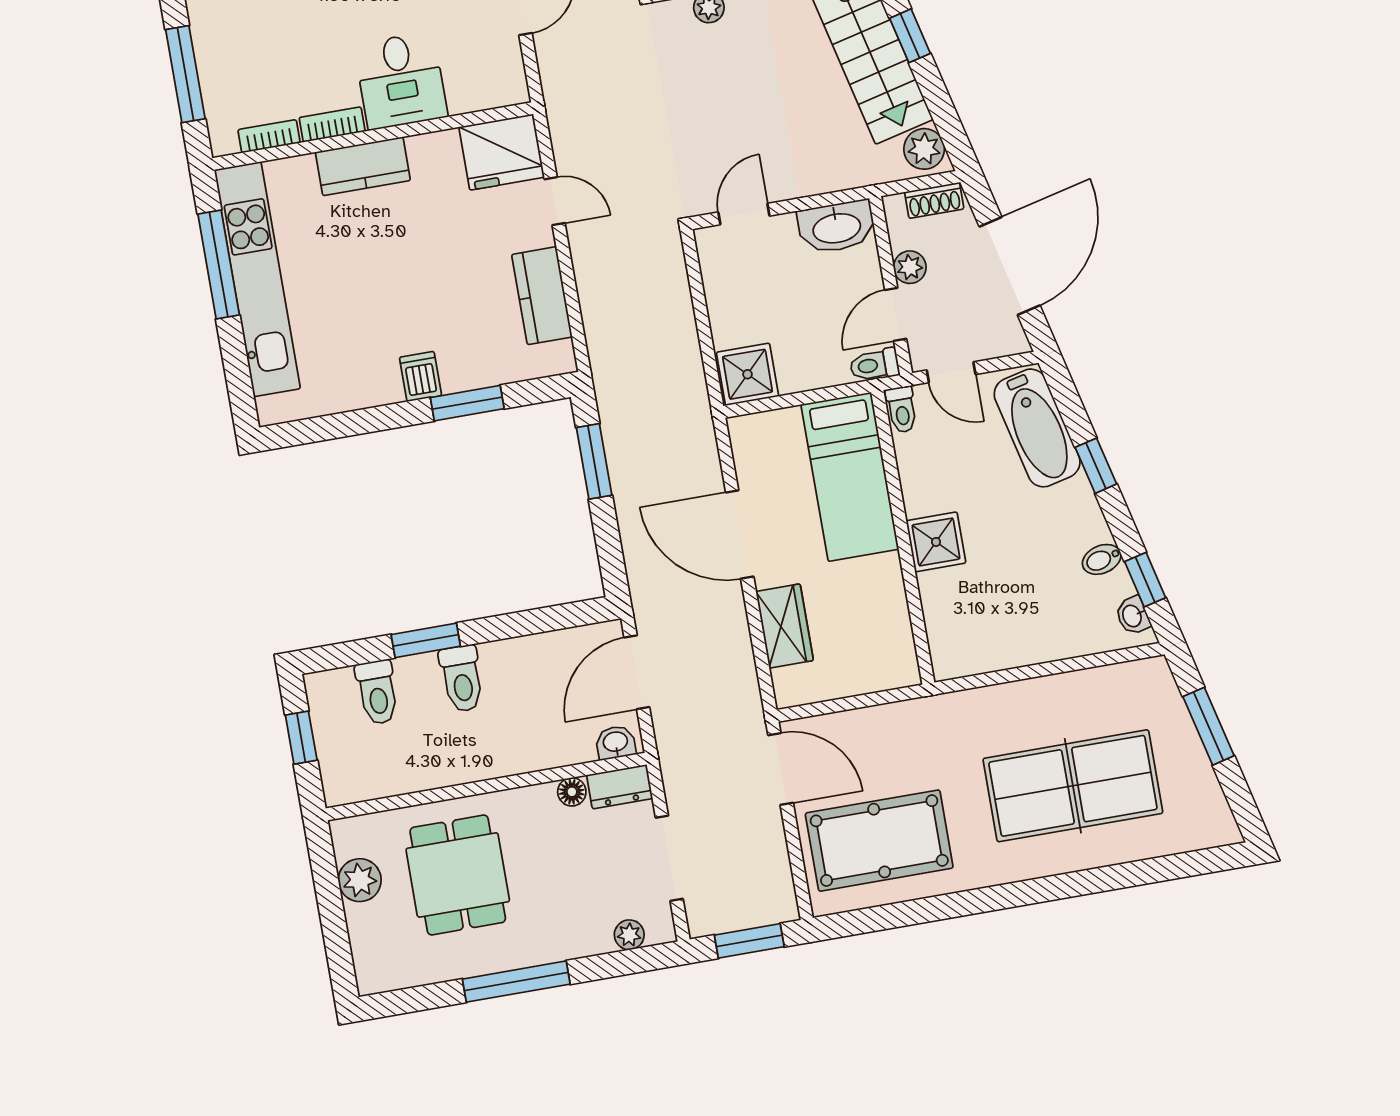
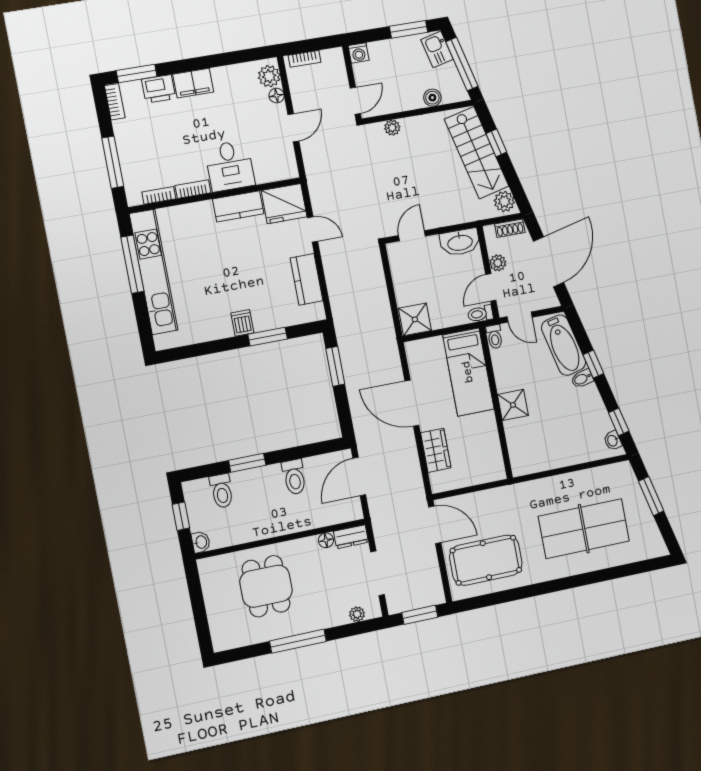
kitchen counter: (363, 166) -> (238, 206), moved
bidet: (1102, 559) -> (582, 379), moved
toilet: (462, 679) -> (294, 477), moved
washbasin: (616, 742) -> (201, 542), moved, turned 90
plant: (360, 880) -> (214, 591), removed

